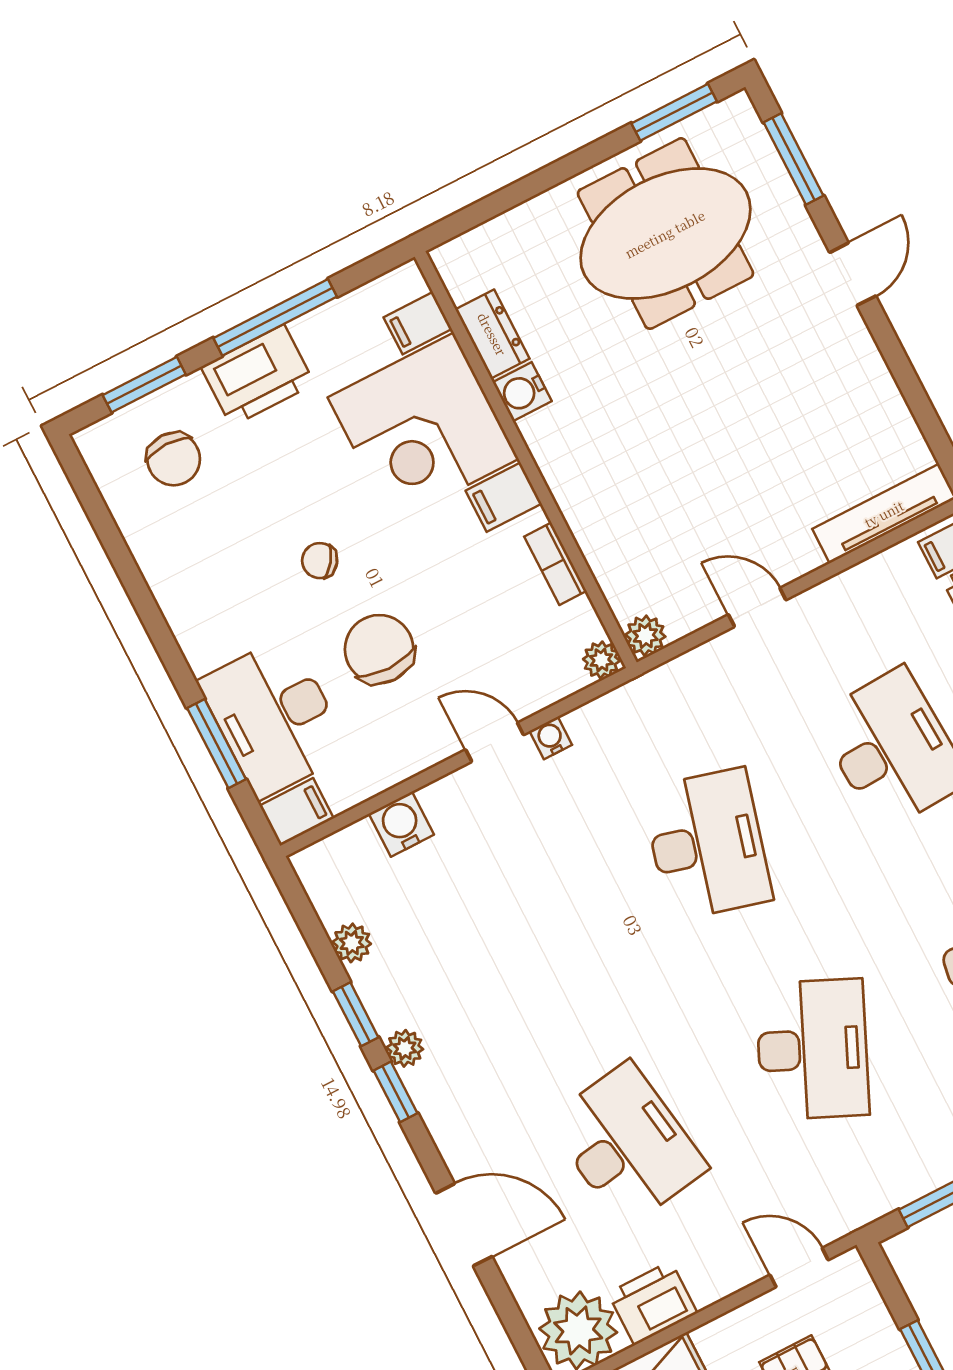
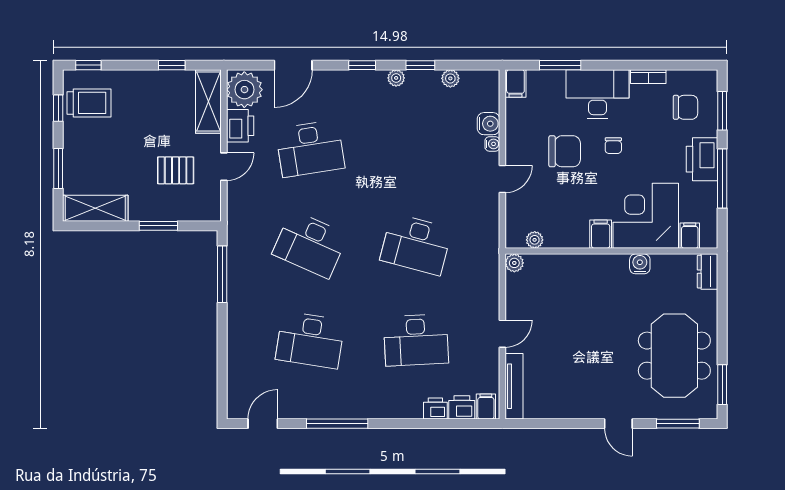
dresser: (492, 334) -> (708, 272), moved, turned 90
chair: (174, 459) -> (685, 107), turned 180
chair: (320, 561) -> (613, 146), turned 144
bookcase: (555, 564) -> (648, 77), moved, turned 180
door: (757, 607) -> (502, 334), moved
plant: (601, 660) -> (535, 240), moved
desk: (274, 717) -> (597, 94), moved
water cooler: (551, 738) -> (492, 144), moved
window: (396, 1092) -> (362, 65), moved
door: (464, 1225) -> (293, 65), moved
door: (799, 1267) -> (224, 167), moved

